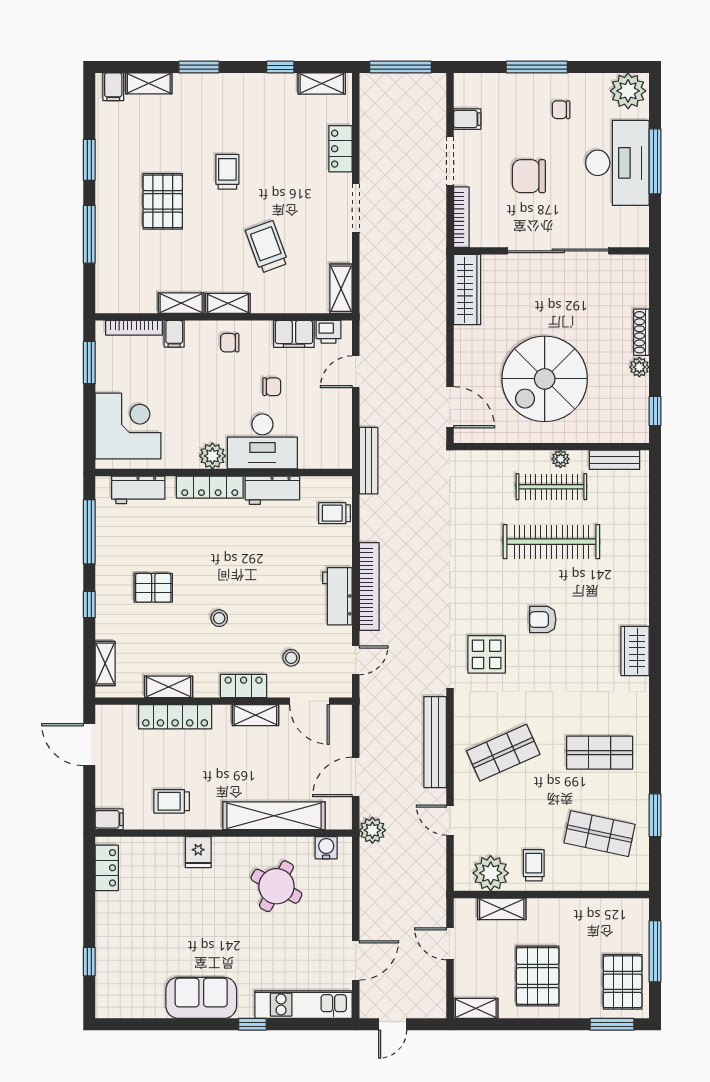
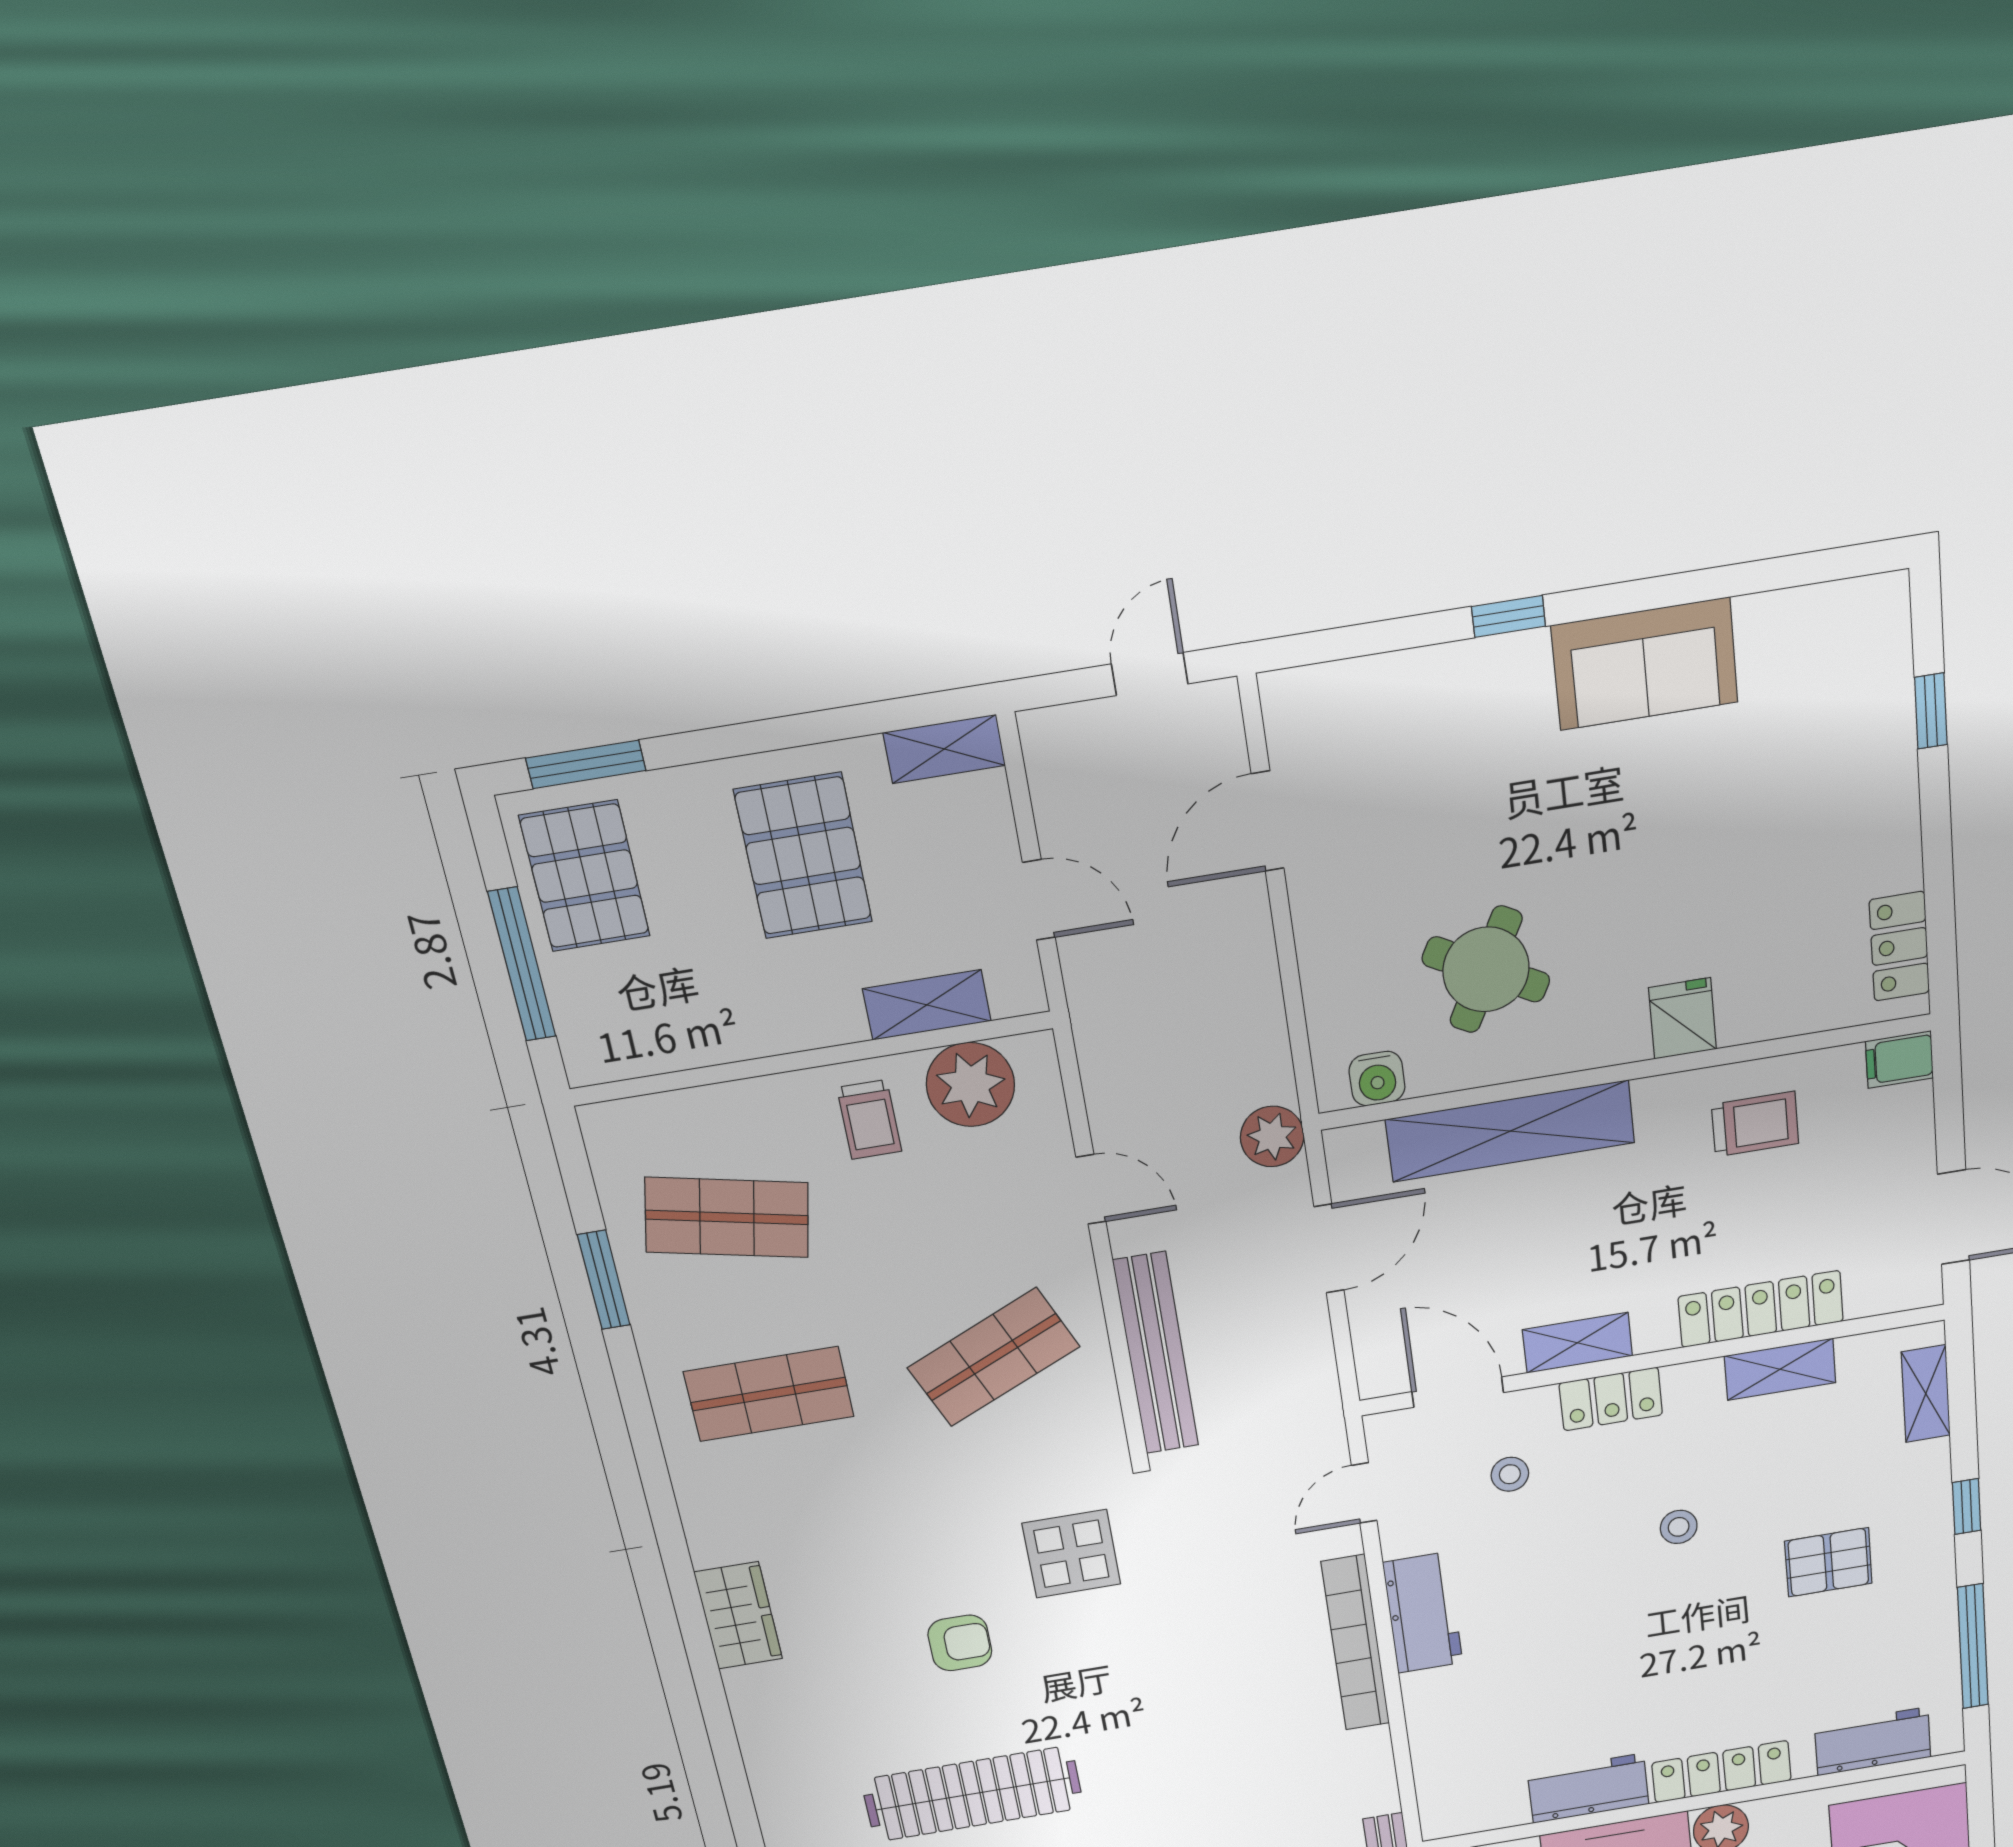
trolley: (334, 513) -> (1451, 1768), removed
kitchen unit: (303, 1005) -> (1384, 688), removed

